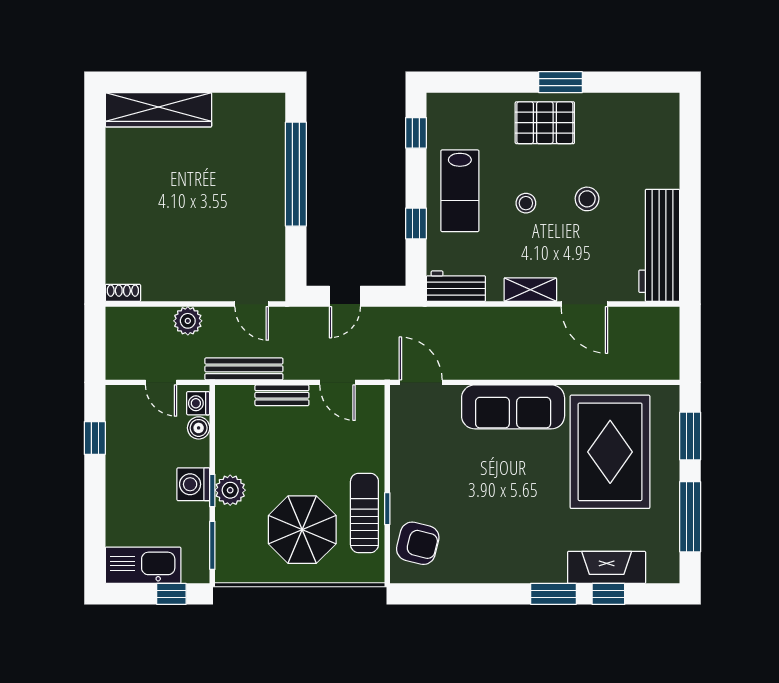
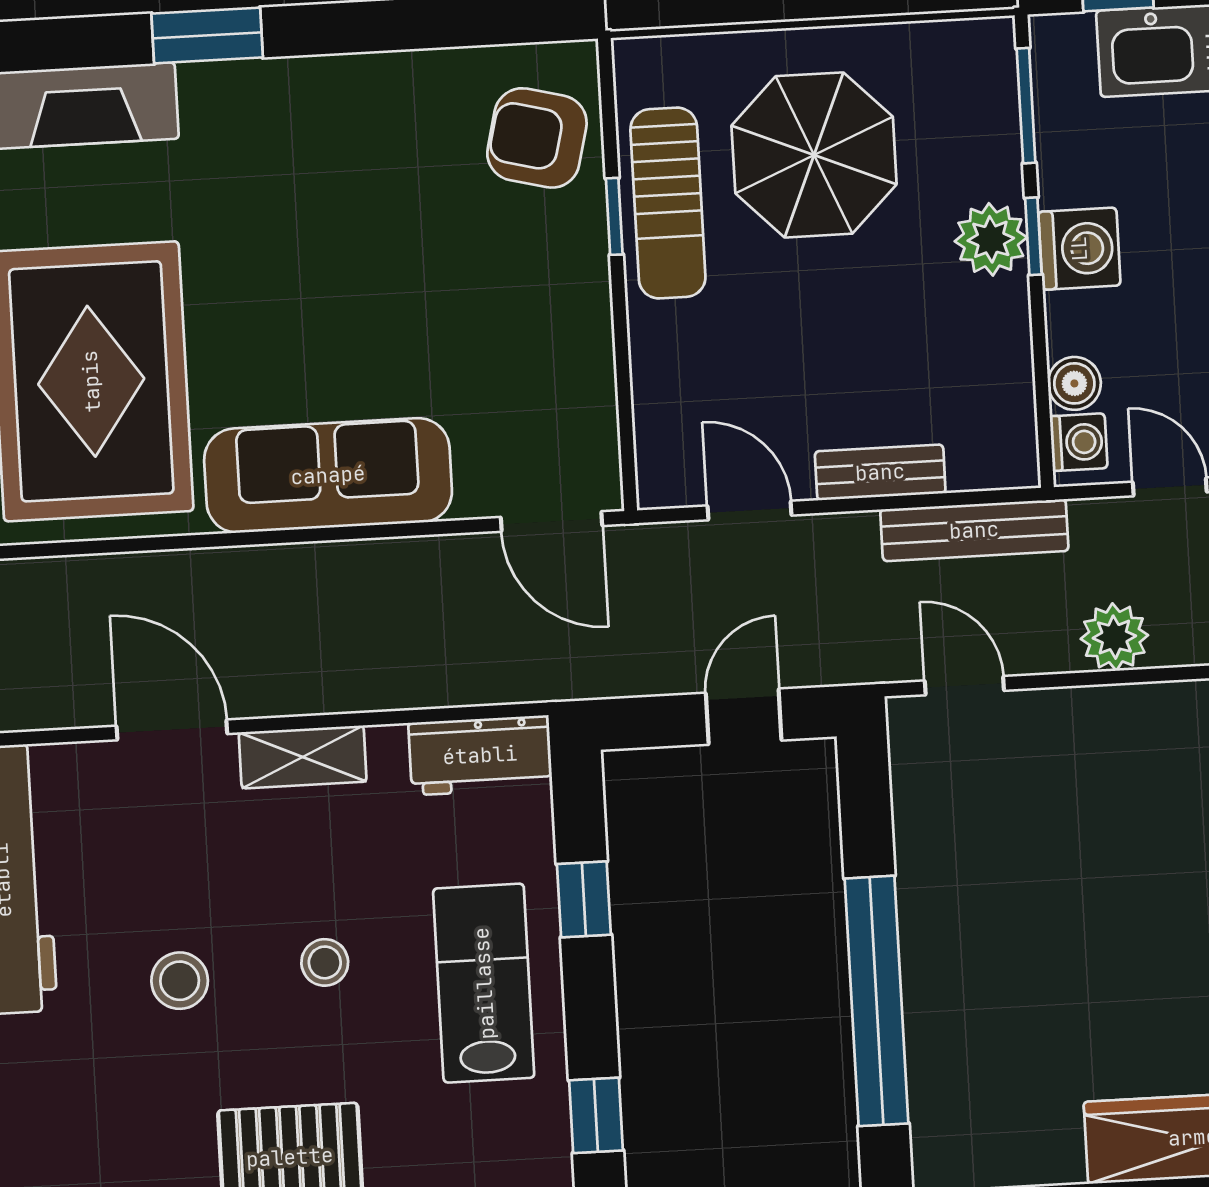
window: (608, 594) -> (76, 43), removed

